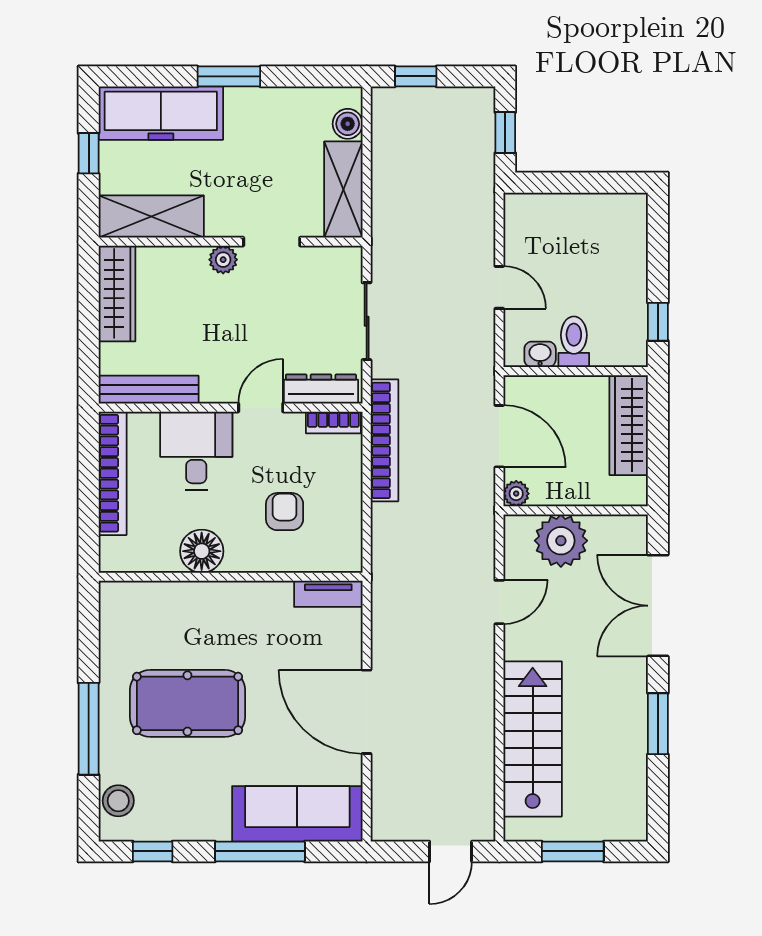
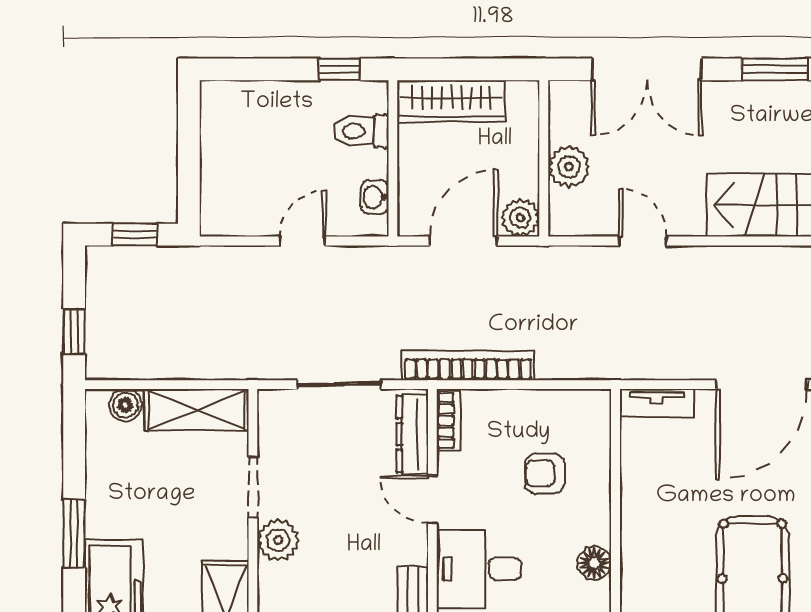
plant: (223, 260) -> (278, 540), width x1.38, depth x1.38
toilet: (574, 342) -> (361, 131), moved
plant: (516, 494) -> (520, 218), width x1.38, depth x1.38
plant: (561, 541) -> (569, 167), width x0.73, depth x0.73
floor lamp: (202, 551) -> (594, 563), width x0.73, depth x0.73
tv unit: (328, 594) -> (657, 403), moved, turned 90

